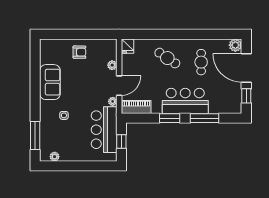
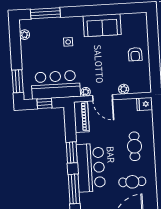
cafe table: (167, 58) -> (134, 146), turned -33
window: (99, 166) -> (18, 81), added

